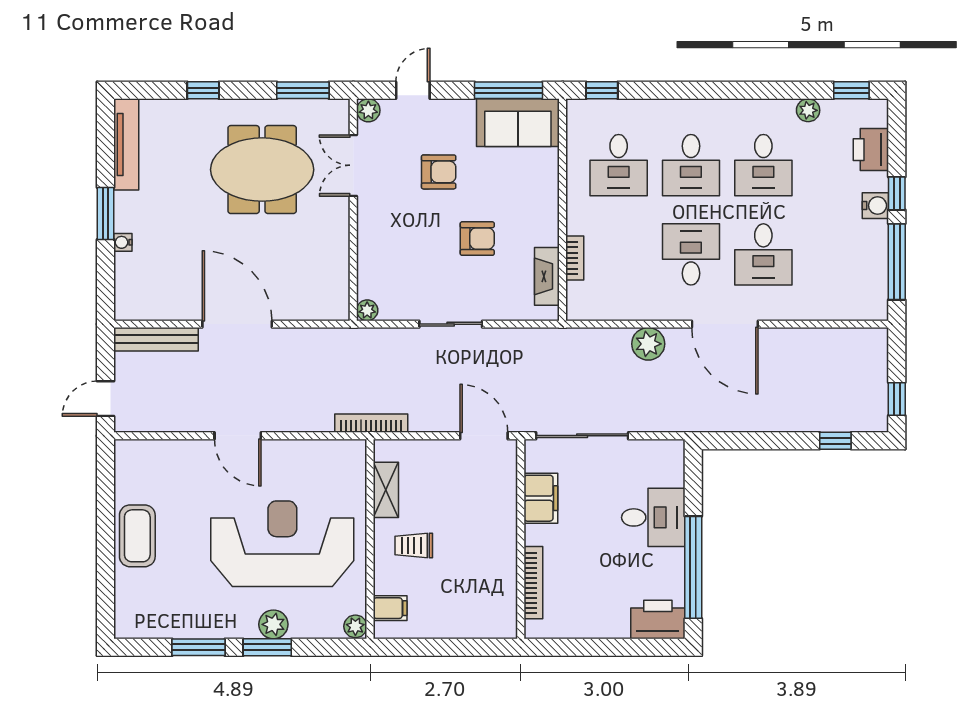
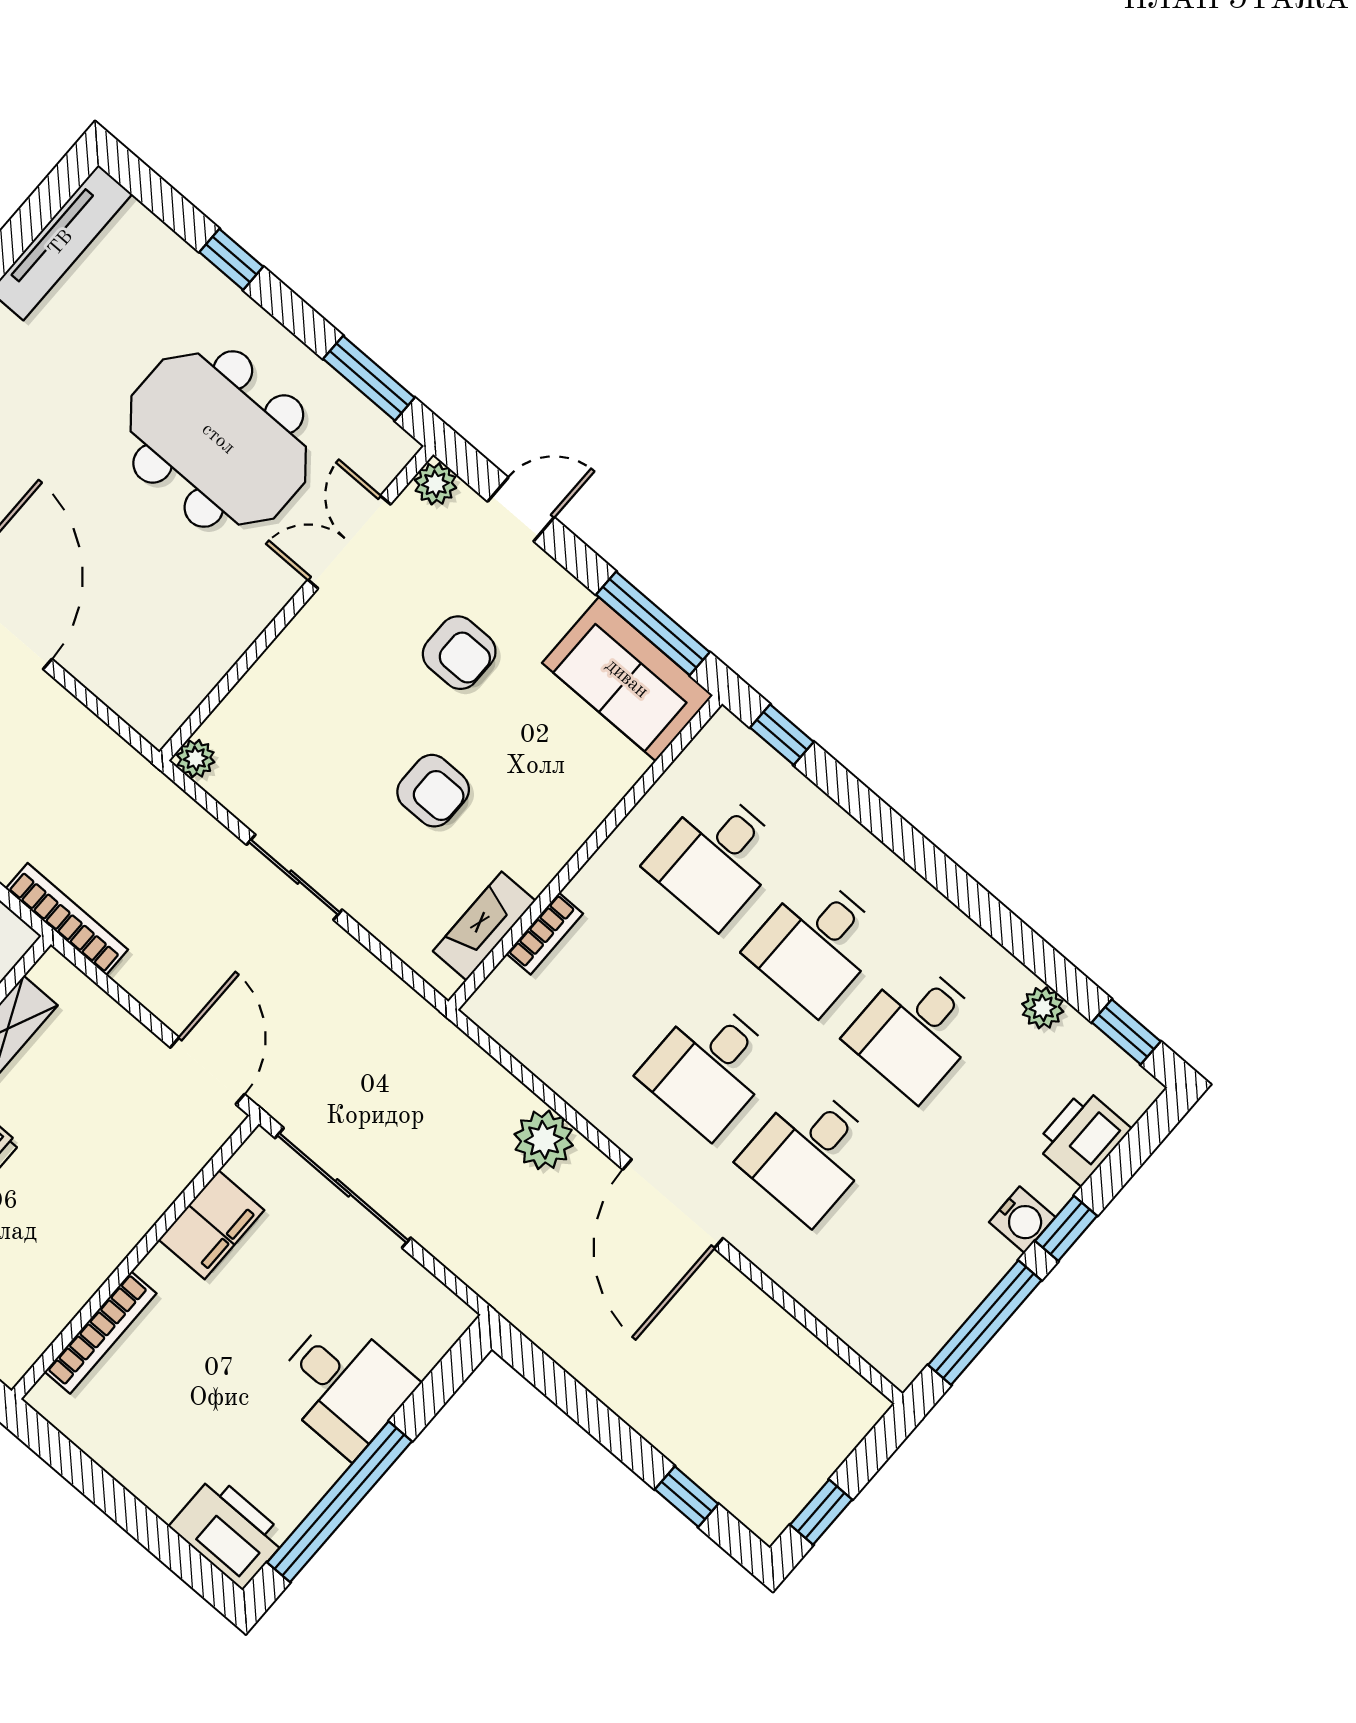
desk: (691, 254) -> (709, 1067), turned 180

